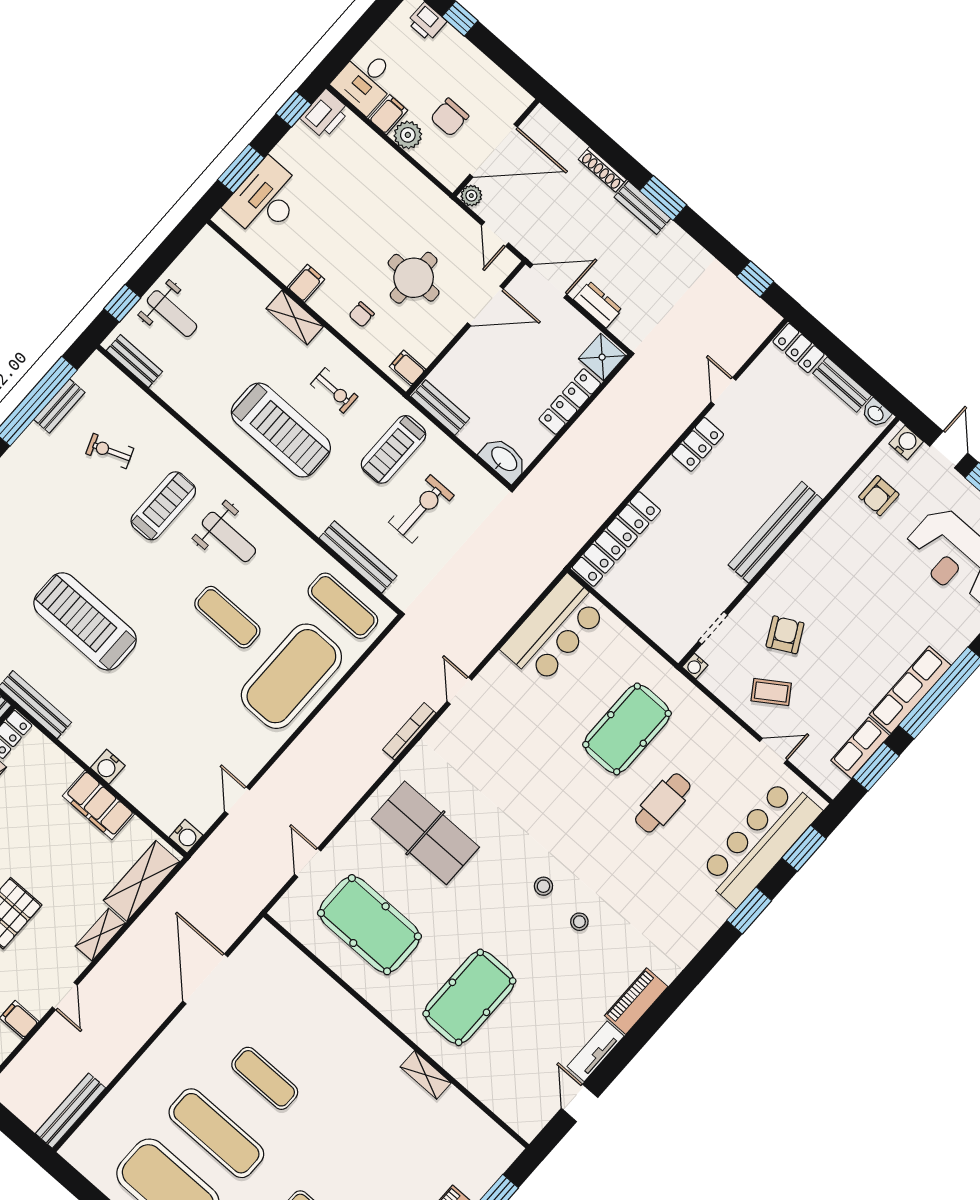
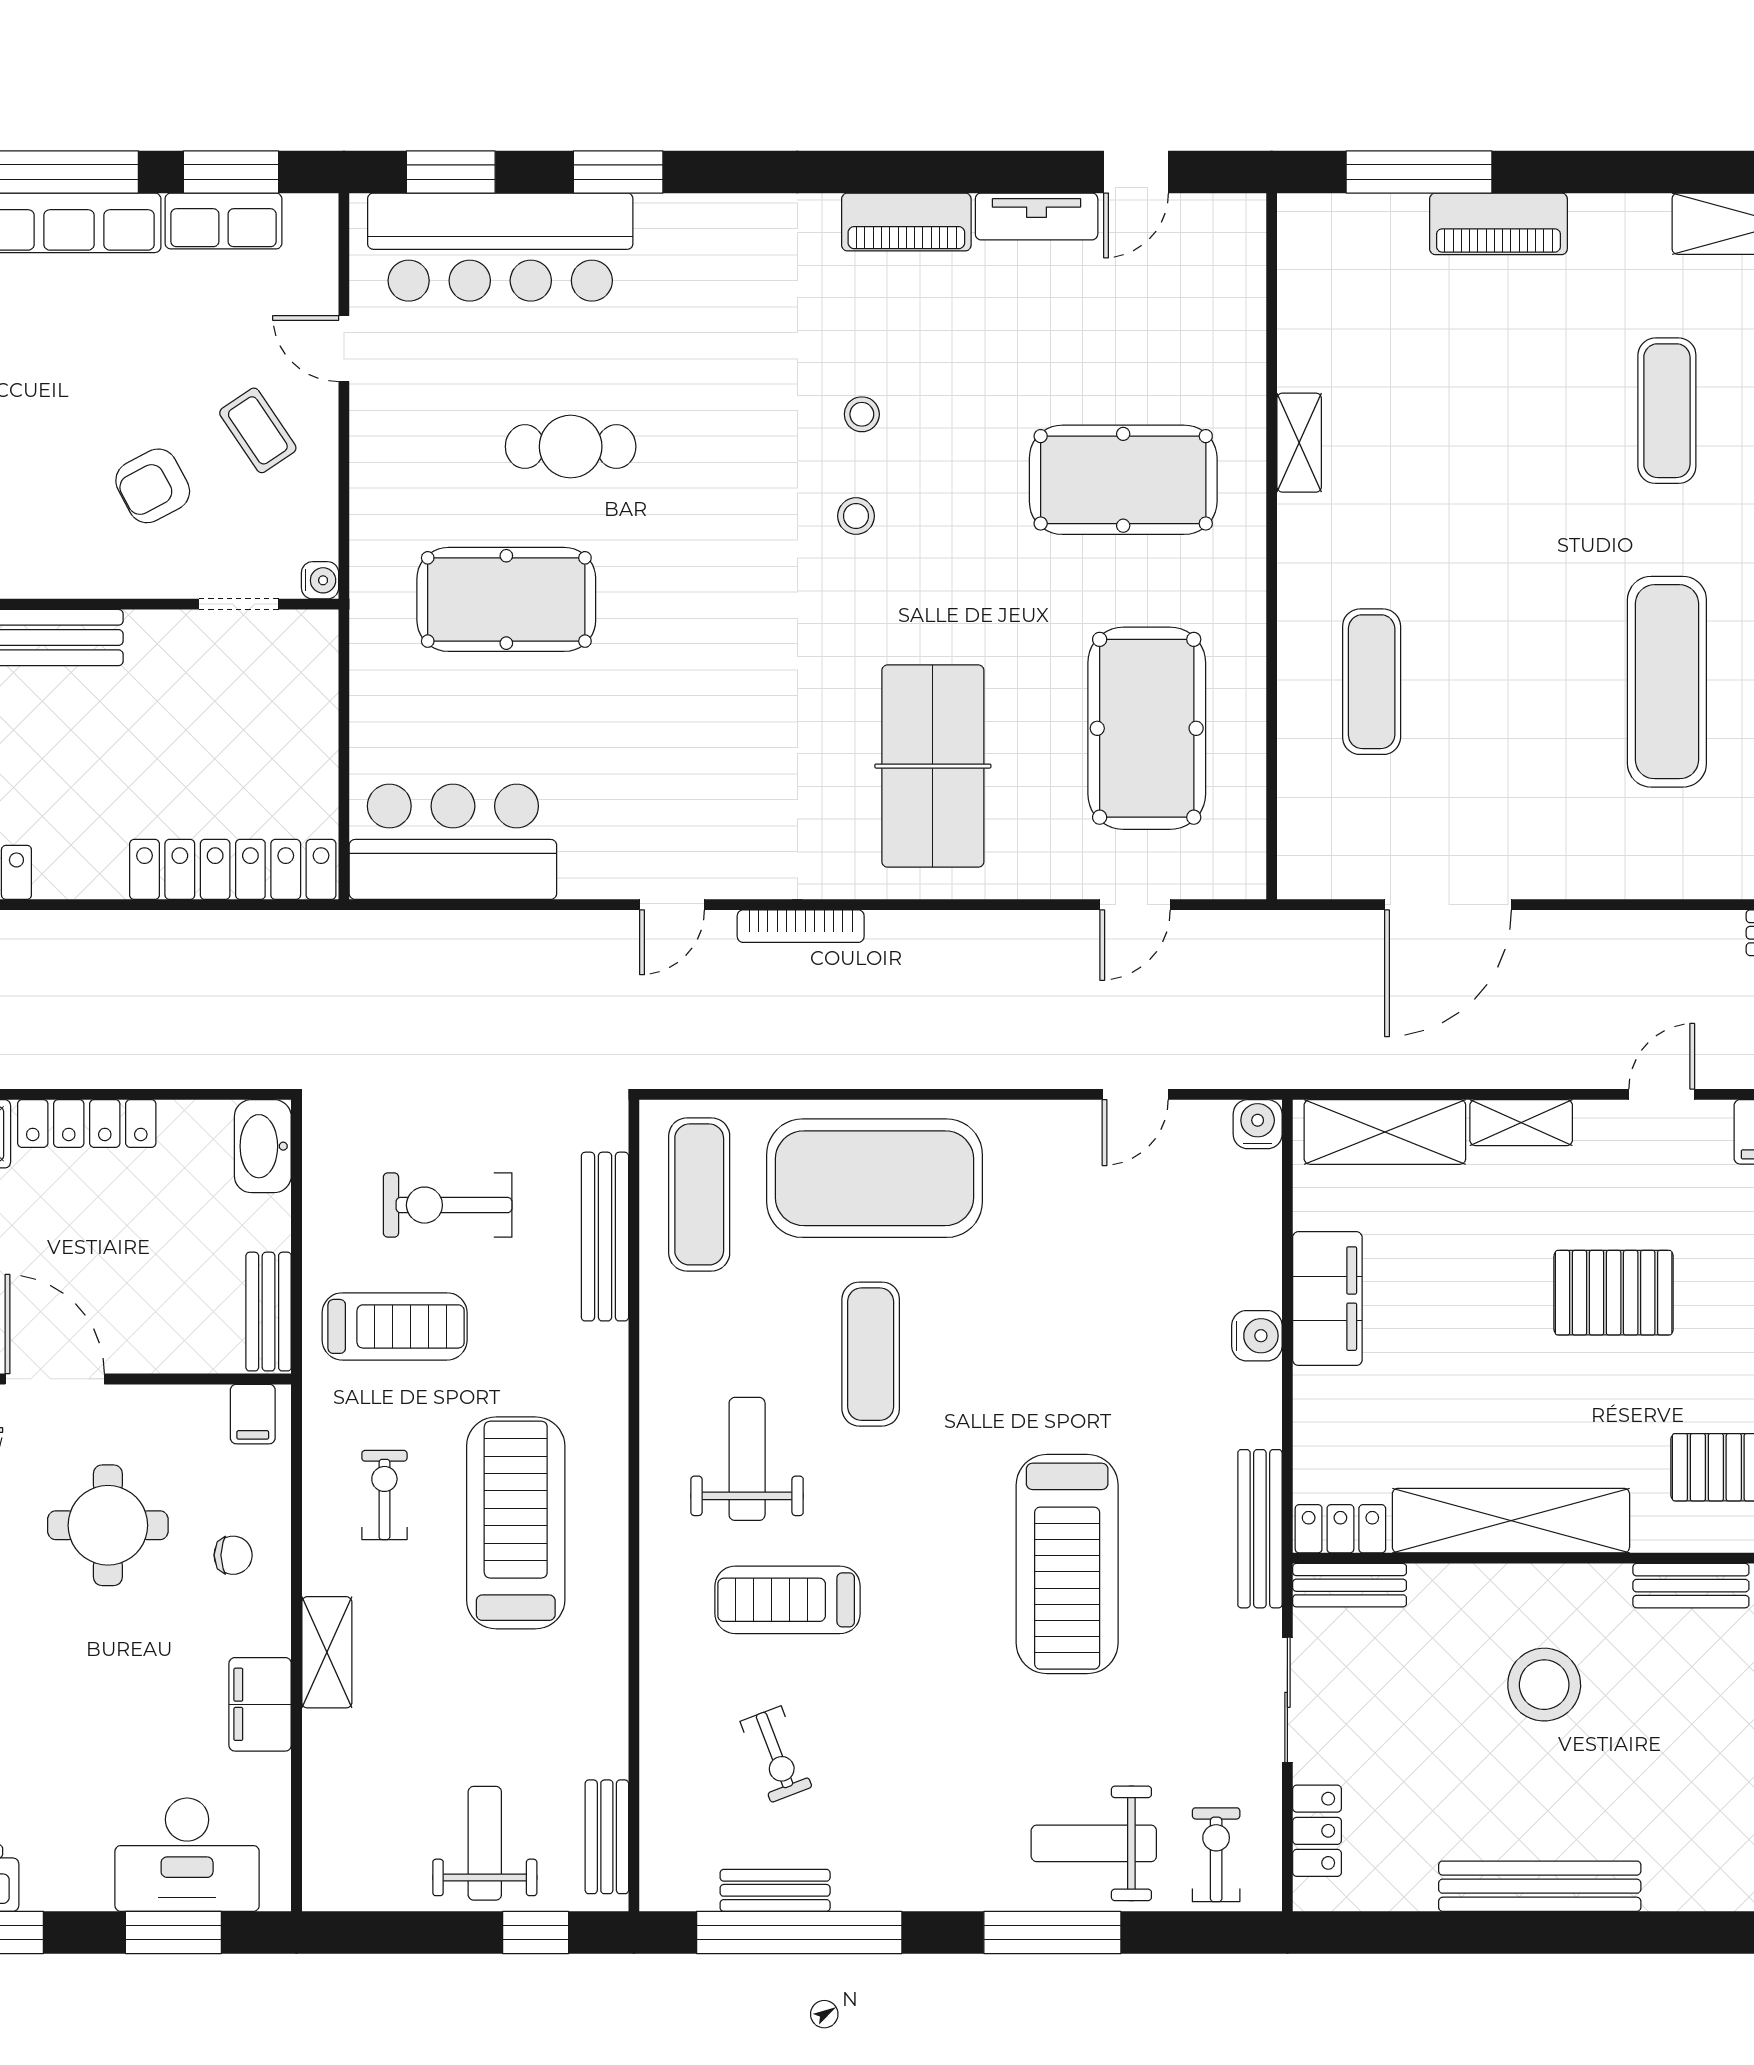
filing cabinet: (306, 283) -> (260, 1704), width x2.00
exercise mat: (265, 1078) -> (1372, 682), moved

